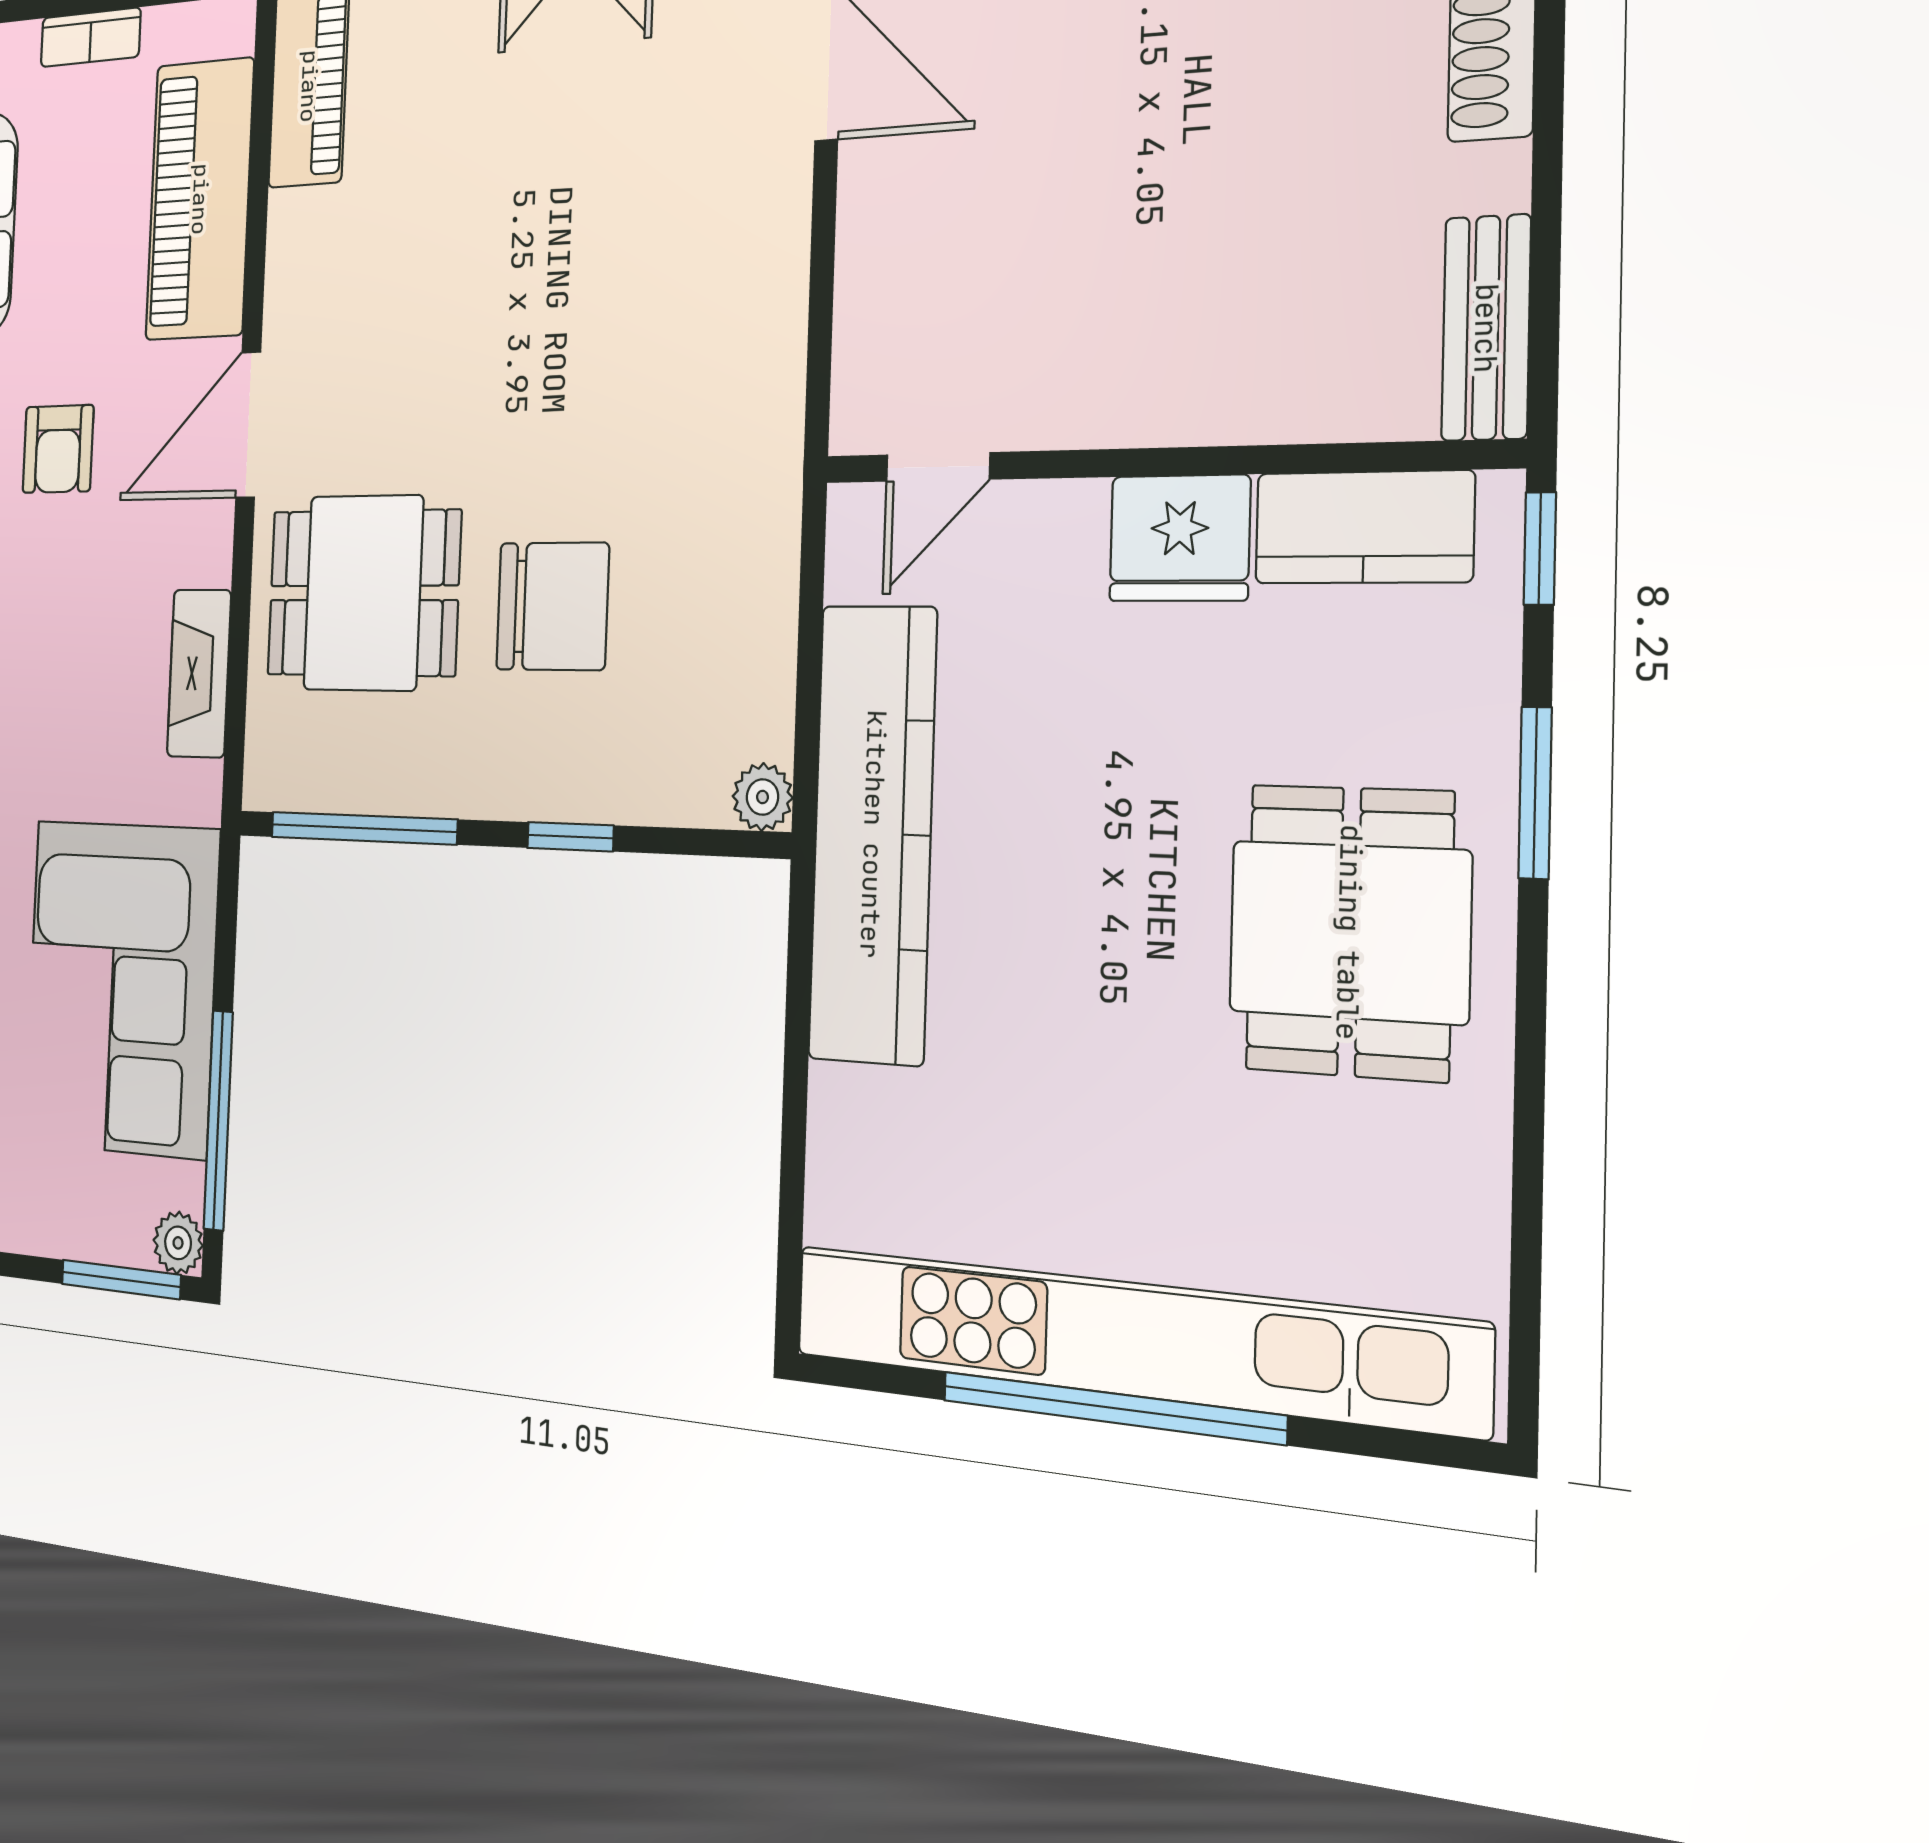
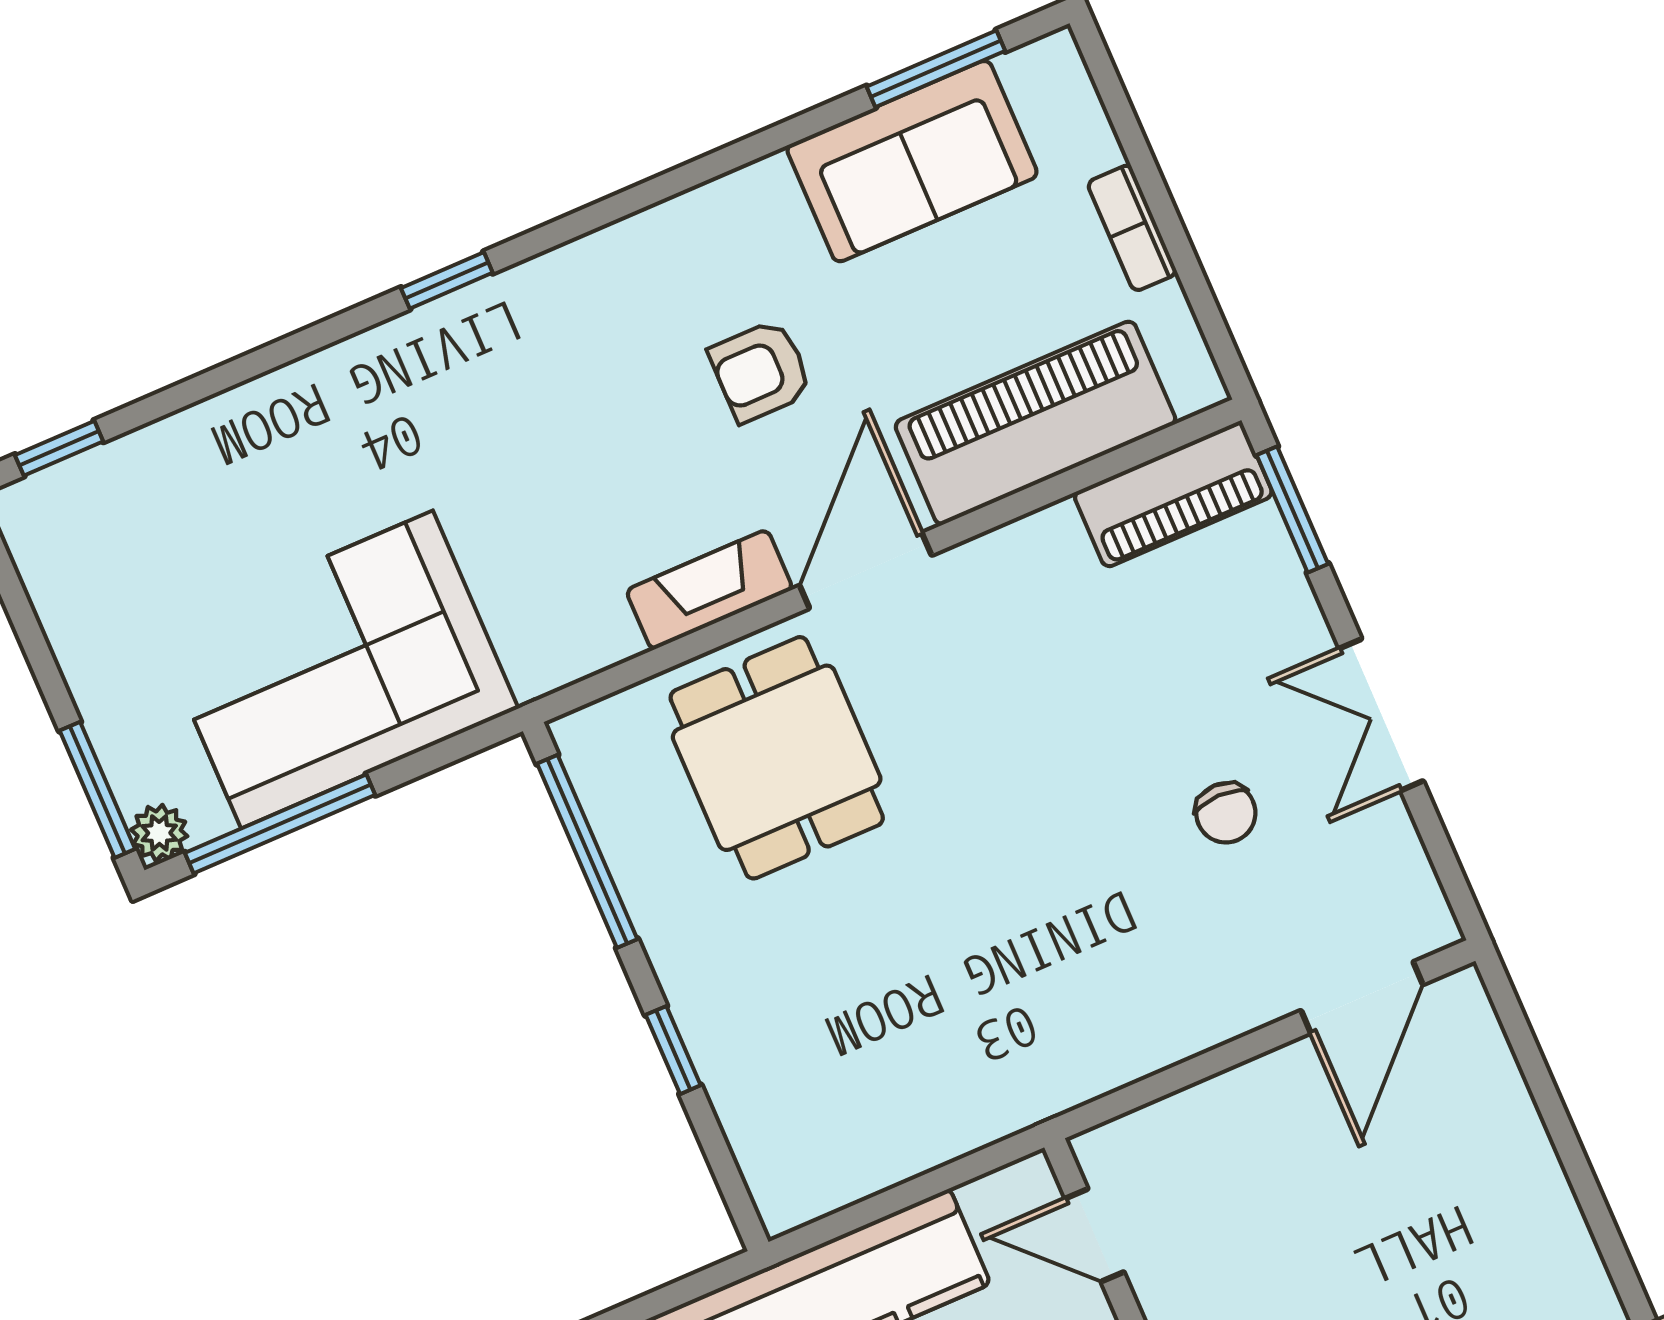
door: (248, 425) -> (866, 570), hinge flipped
chair: (552, 606) -> (1226, 813), moved, width x0.54, depth x0.54
fireplace: (199, 673) -> (709, 590), moved
plant: (762, 797) -> (783, 1205), removed

